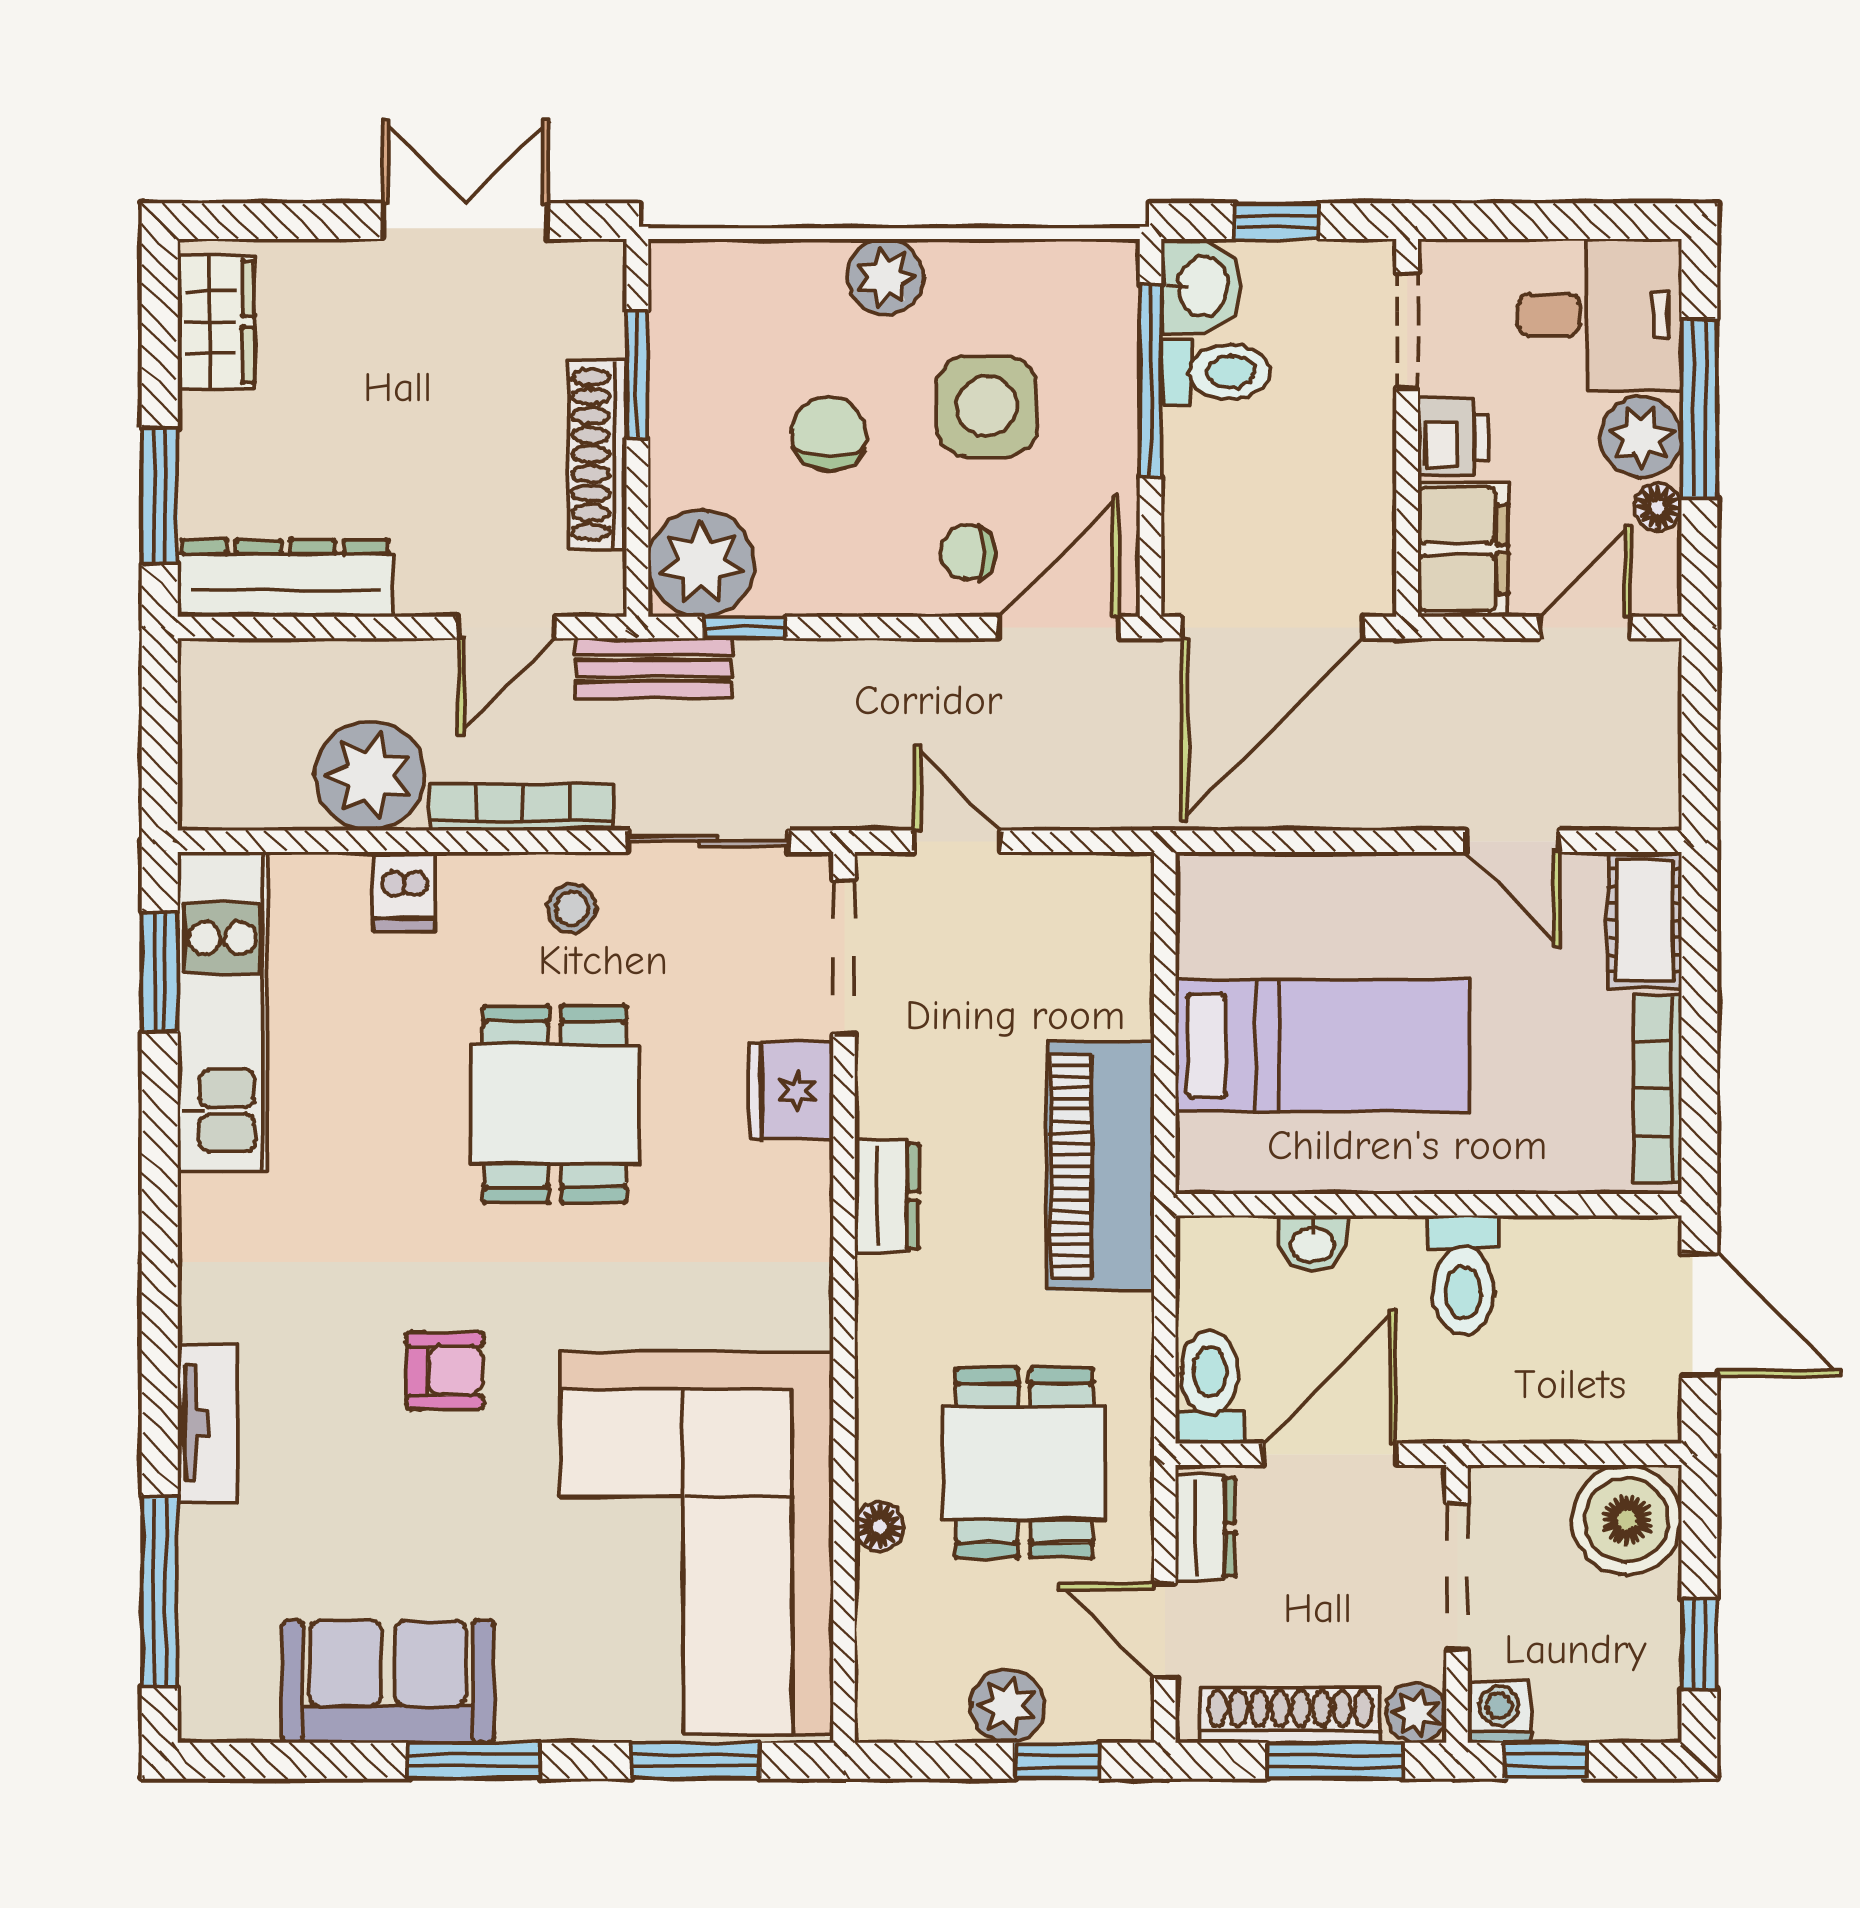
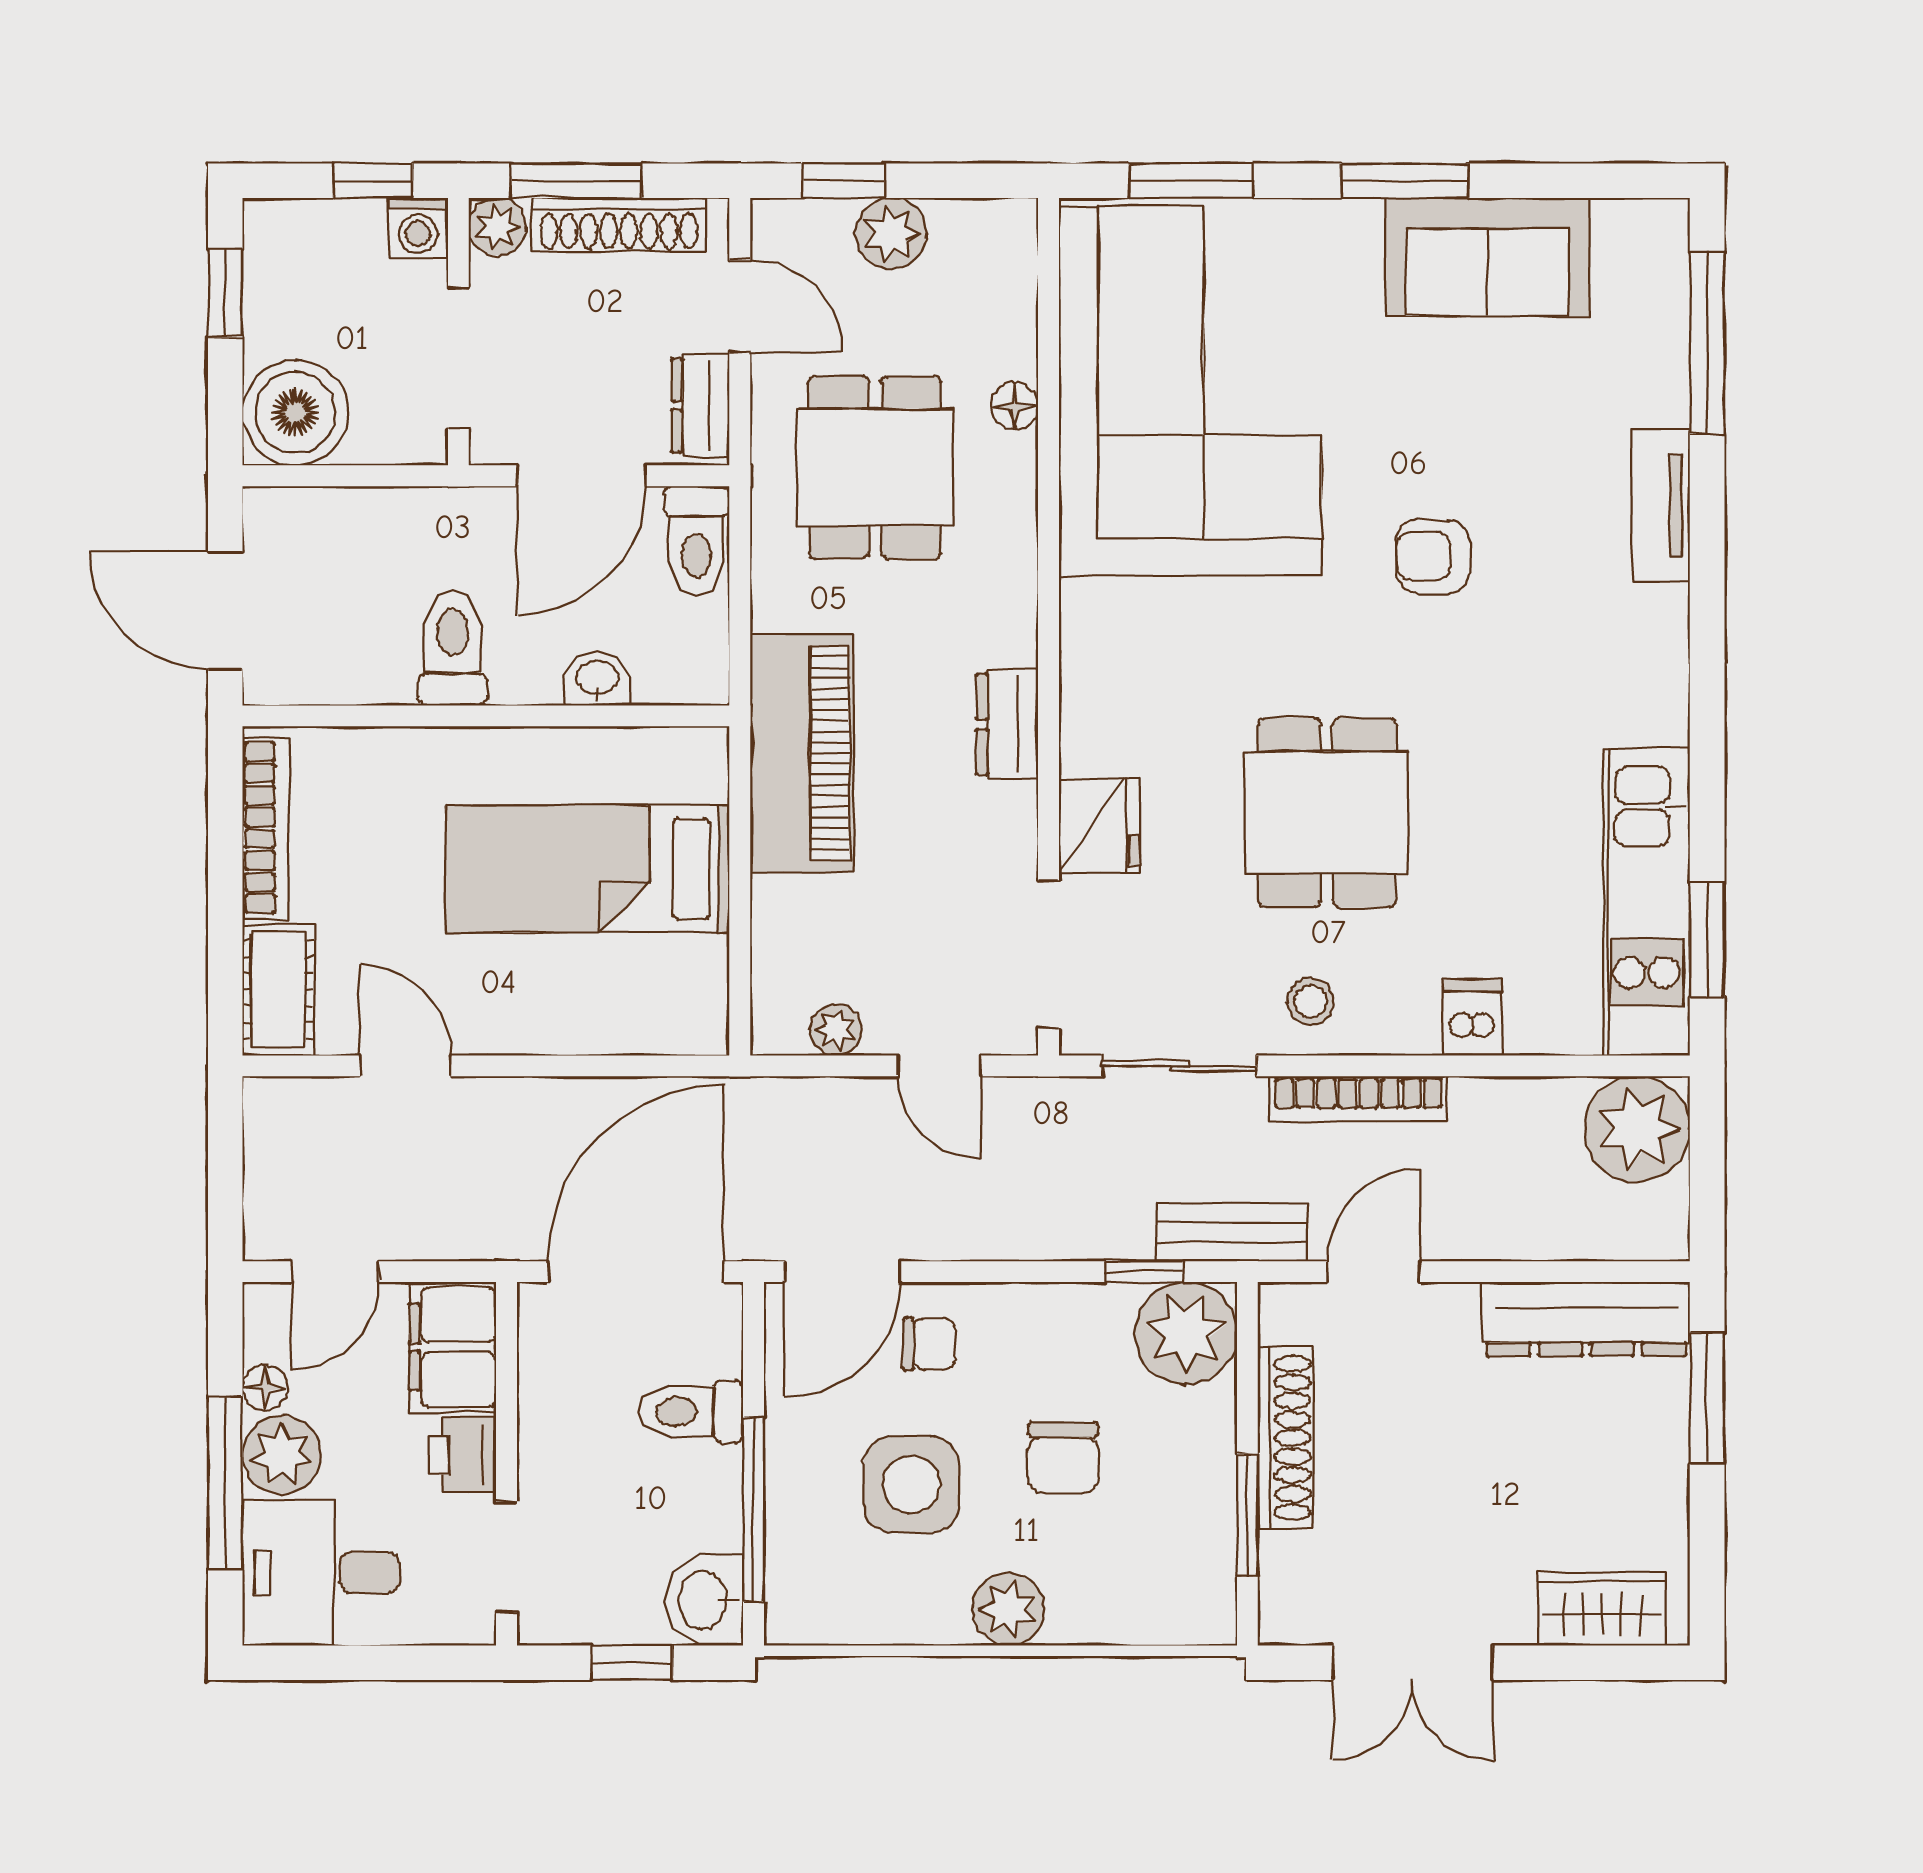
wardrobe: (216, 322) -> (1602, 1608), moved, turned 90
toilet: (1215, 372) -> (691, 1412), moved
plant: (370, 776) -> (1637, 1129), moved
plant: (1065, 879) -> (836, 1030), added

